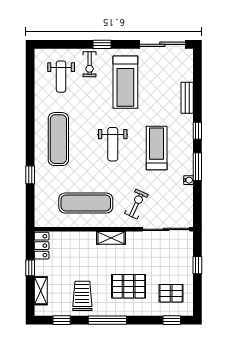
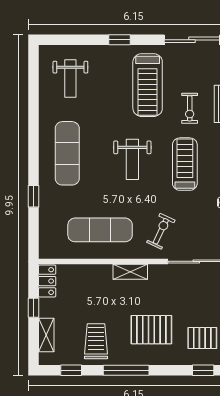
exercise bike: (90, 64) -> (190, 108), moved

